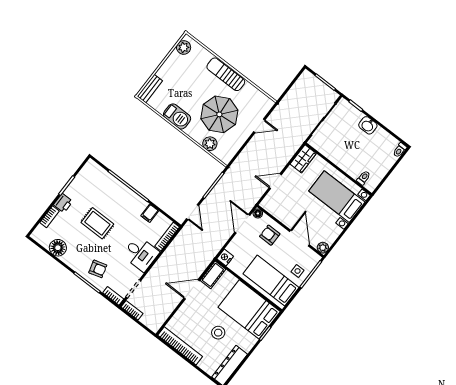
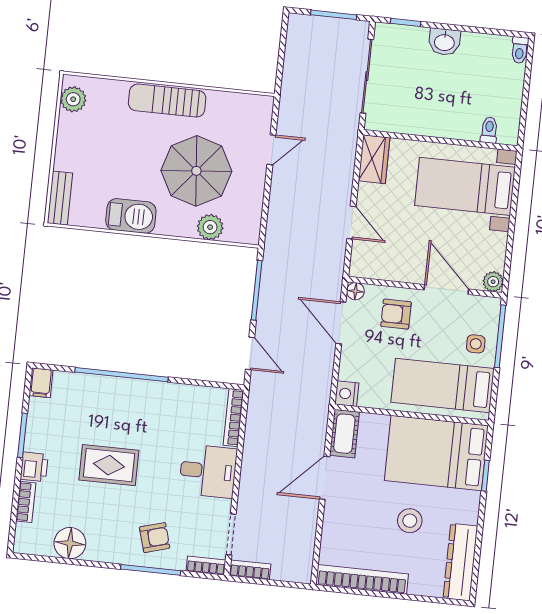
door: (275, 181) -> (351, 223), swing flipped
filing cabinet: (150, 213) -> (41, 383), moved

